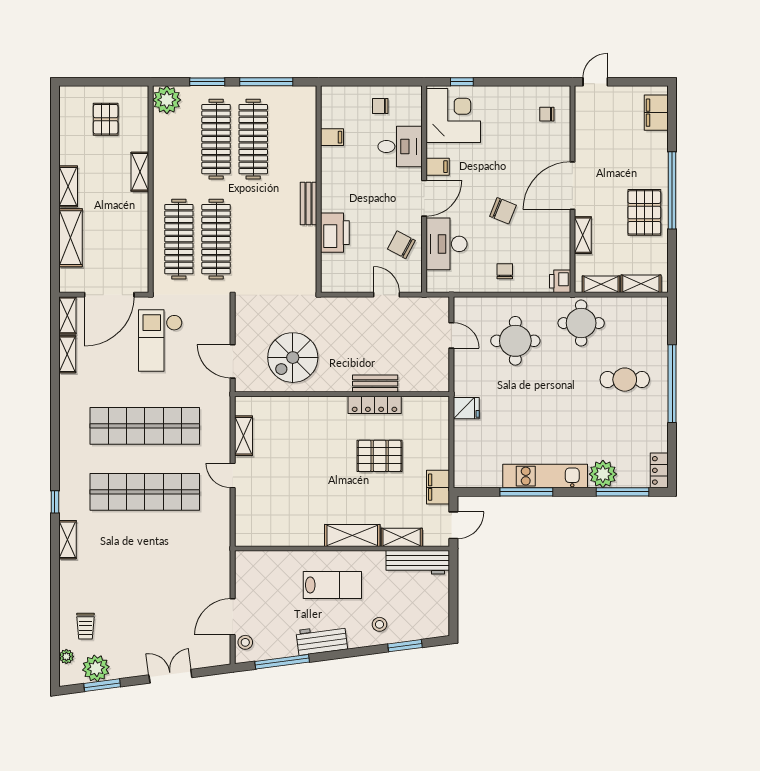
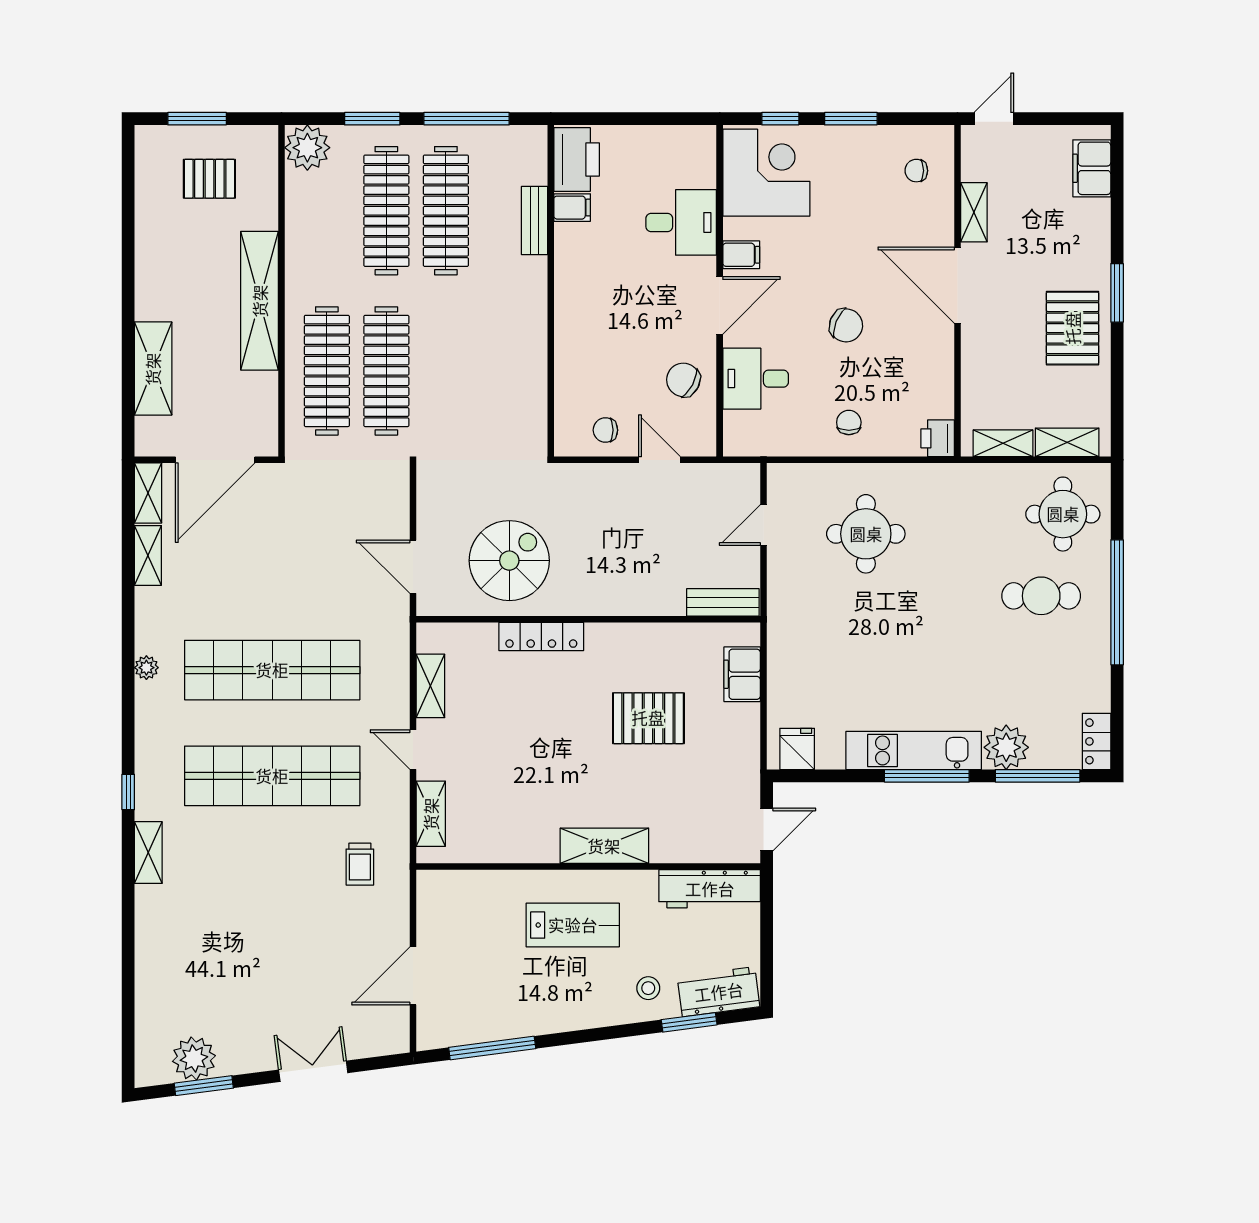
window: (98, 82) -> (197, 119), added
window: (506, 82) -> (851, 119), added
chair: (380, 106) -> (605, 430), moved
pallet: (106, 119) -> (209, 179), turned 90
shelving: (140, 172) -> (260, 301), width x2.20, depth x1.33
shelving: (68, 186) -> (149, 286), removed
door: (572, 186) -> (957, 285), hinge flipped
window: (672, 190) -> (1117, 293), width x0.47
bench: (309, 204) -> (534, 220), moved
printer: (335, 233) -> (577, 160), moved
shelving: (583, 235) -> (974, 212), moved
desk: (446, 244) -> (756, 379), width x0.73
round table: (581, 323) -> (1063, 514), moved
door: (451, 335) -> (763, 525), swing flipped
checkout: (160, 341) -> (297, 533), removed
spiral stairs: (293, 358) -> (509, 561), turned 180
bench: (375, 384) -> (723, 602), moved
locker: (375, 405) -> (541, 637), moved
fridge: (466, 408) -> (797, 749), moved, turned -90
filing cabinet: (438, 487) -> (742, 674), moved
window: (526, 492) -> (927, 776), moved
shelving: (402, 537) -> (431, 814), moved, turned 90
trolley: (86, 626) -> (360, 864), moved
workbench: (322, 640) -> (719, 992), moved
stool: (245, 642) -> (433, 1017), removed
plant: (66, 657) -> (146, 668), moved

